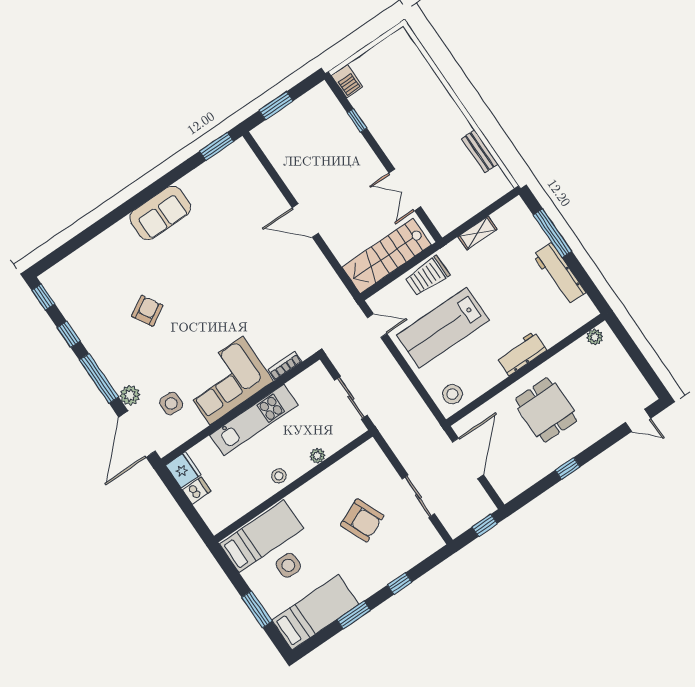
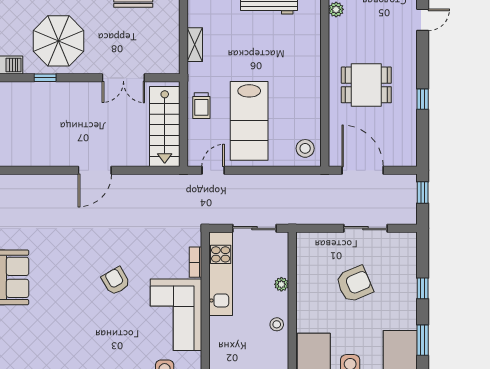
parasol: (398, 110) -> (58, 41), added
trolley: (427, 276) -> (201, 106), width x0.73, depth x0.72
armchair: (147, 311) -> (116, 281), moved
workbench: (521, 353) -> (310, 74), removed
kitchen unit: (254, 420) -> (221, 274), moved

